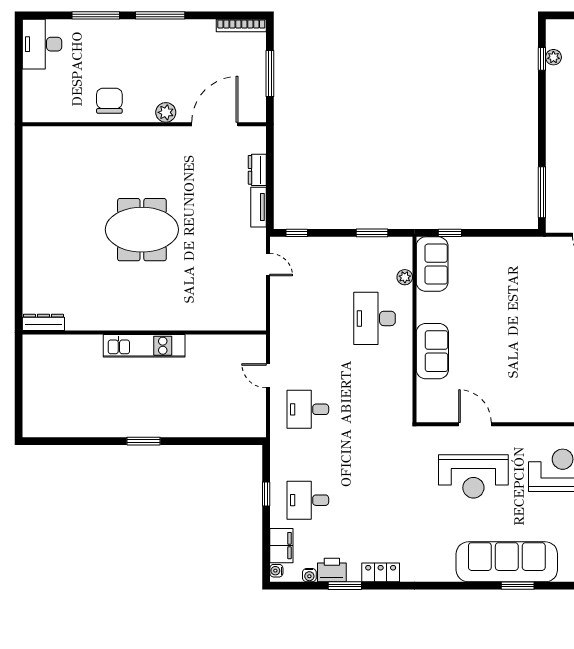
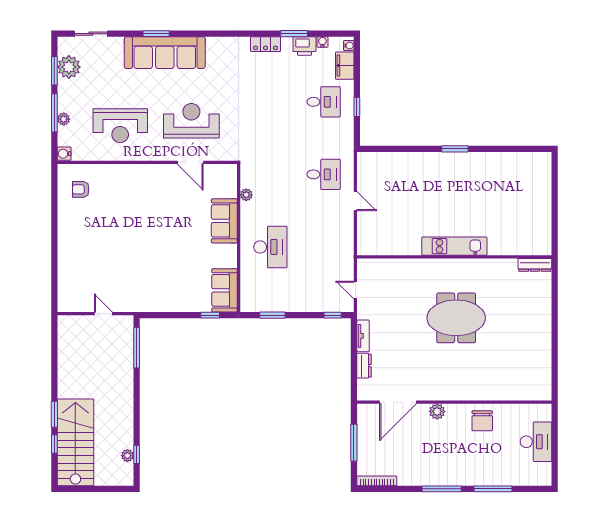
desk: (42, 44) -> (536, 442), moved
plant: (405, 277) -> (246, 195), moved
dresser: (43, 322) -> (535, 265), moved
wall: (144, 332) -> (454, 257), moved
kitchen unit: (144, 346) -> (454, 246), moved

